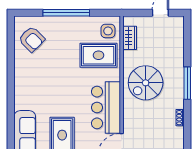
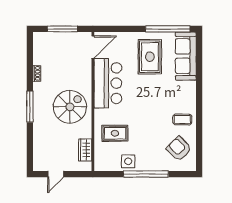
side table: (108, 31) -> (128, 161), moved
rug: (99, 55) -> (115, 133), width x0.73, depth x0.70
coffee table: (28, 70) -> (182, 119), added

